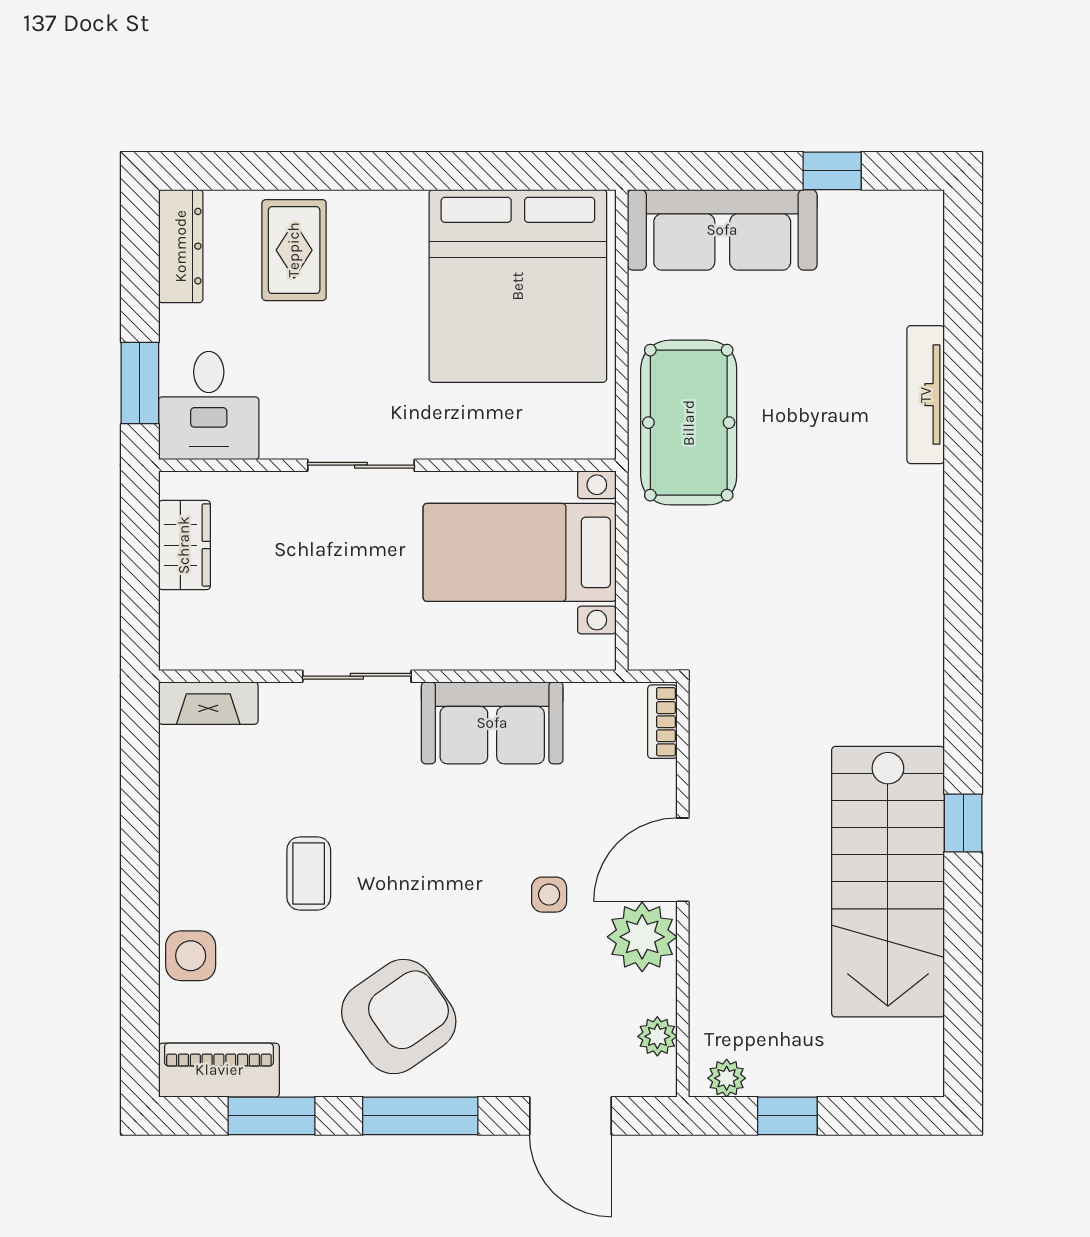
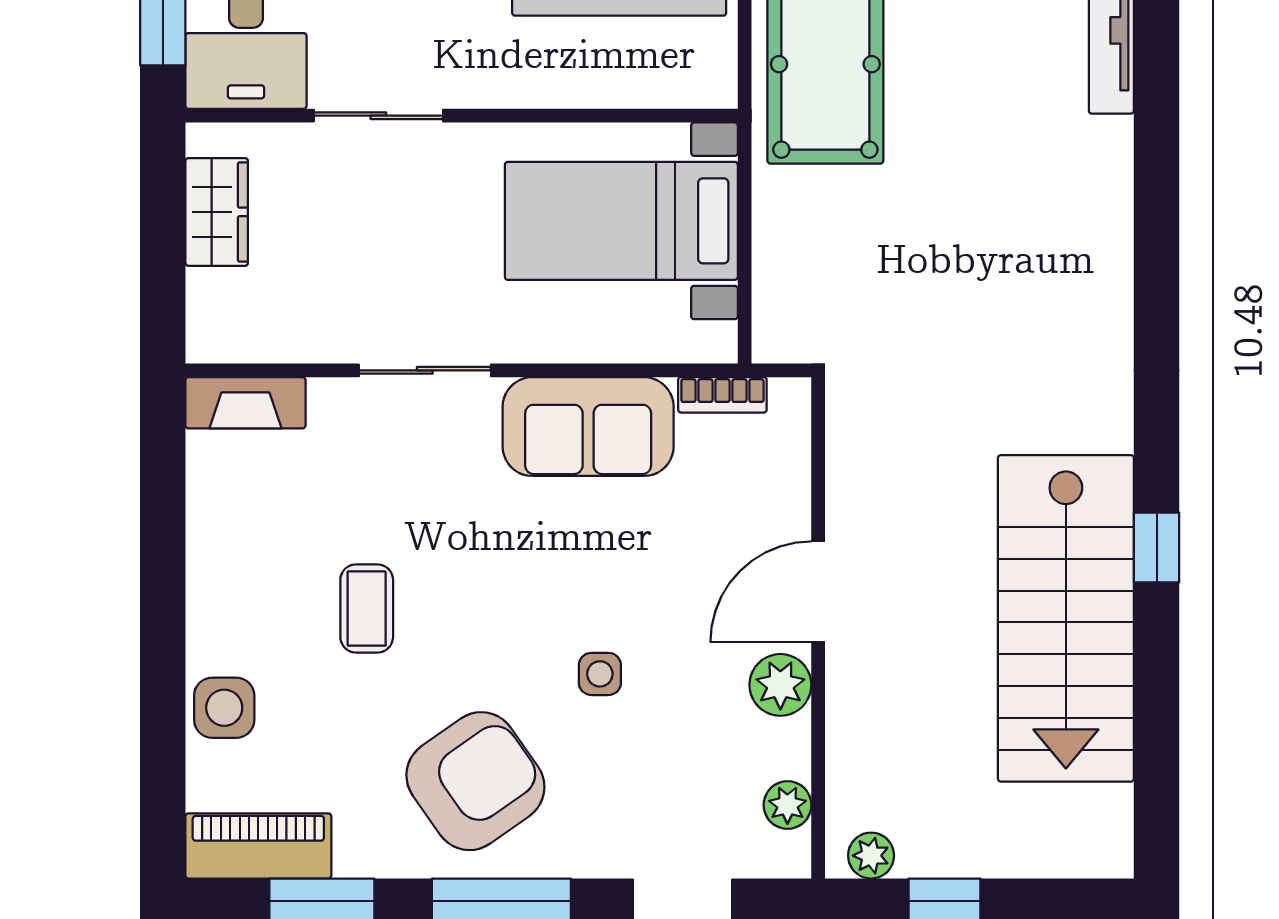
sliding door: (361, 465) -> (378, 116), moved
bookcase: (662, 722) -> (722, 395), moved, turned -90
side table: (549, 895) -> (600, 674), moved
plant: (642, 937) -> (780, 685), width x0.73, depth x0.73

